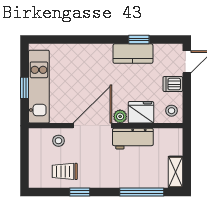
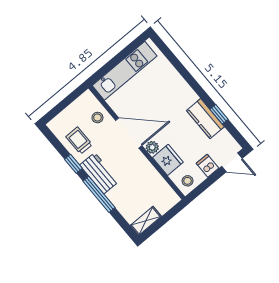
window: (24, 88) -> (115, 61), removed
workbench: (133, 139) -> (99, 173), moved, turned 180
window: (142, 192) -> (99, 194), moved

